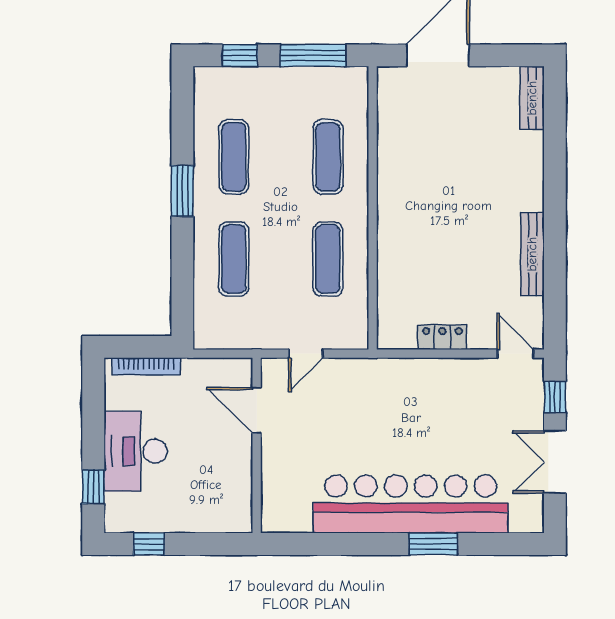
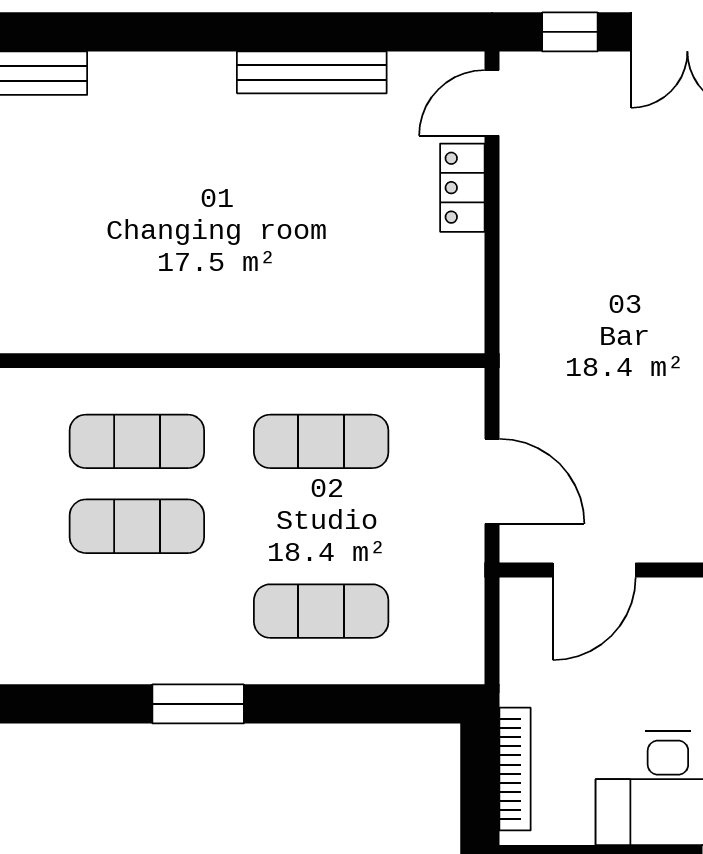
exercise mat: (234, 157) -> (137, 526), moved
locker: (442, 337) -> (462, 188), moved
door: (306, 354) -> (492, 481), width x1.37

